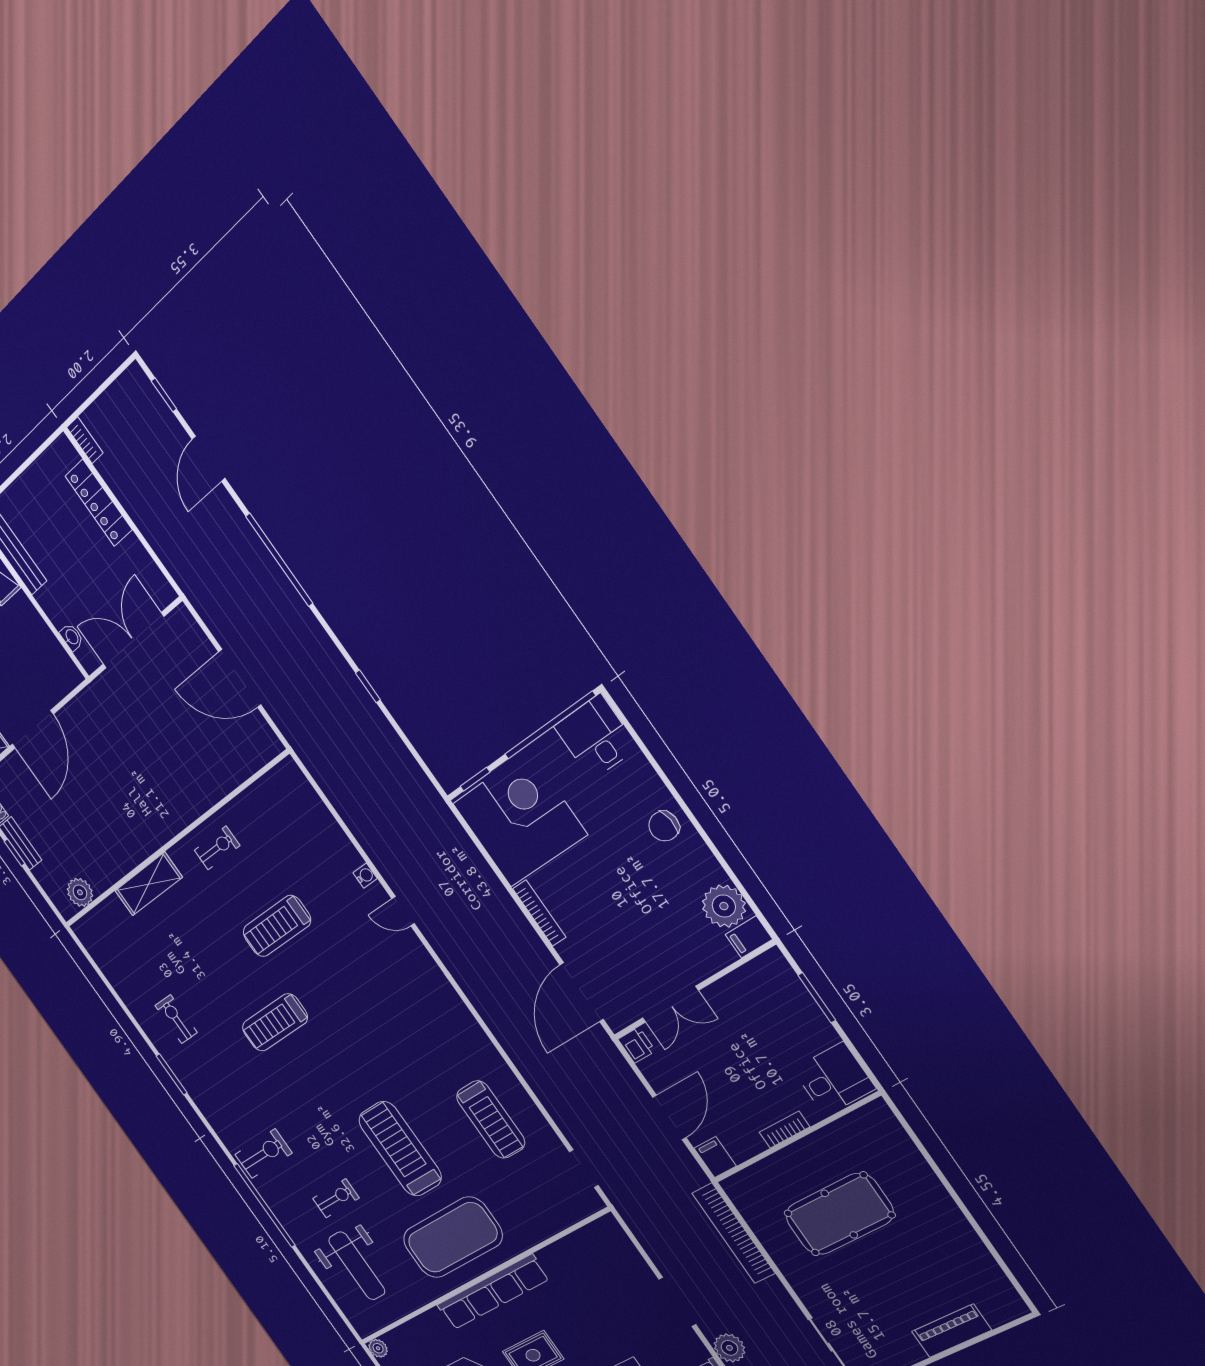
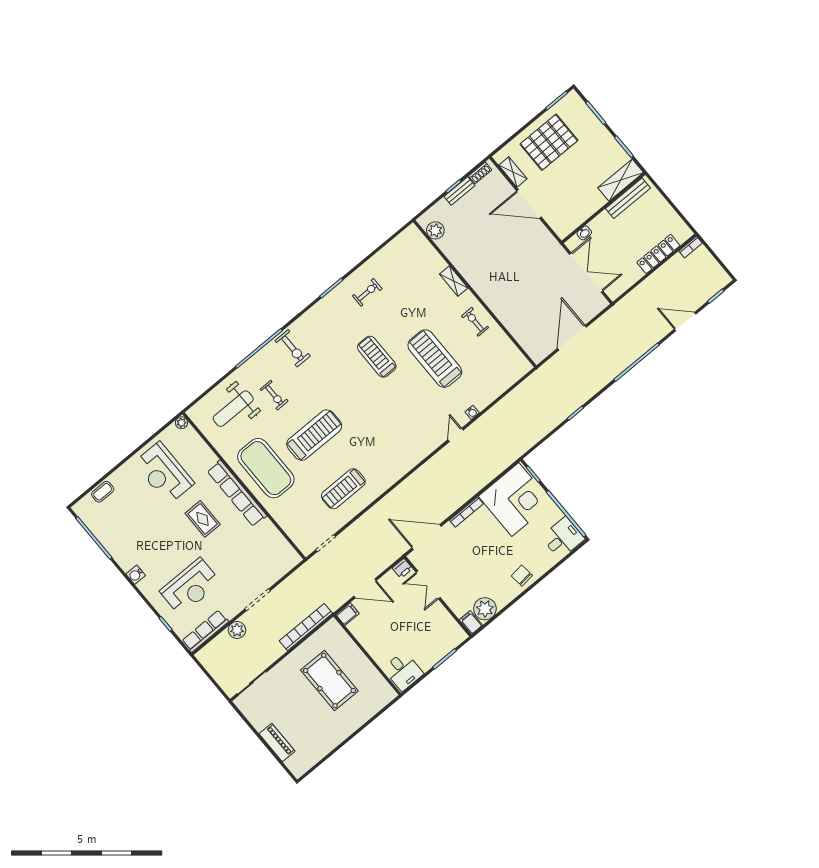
exercise bike: (217, 848) -> (475, 322), turned 180
shelving: (149, 884) -> (454, 281), width x0.67, depth x0.75
treadmill: (277, 926) -> (435, 359), width x1.37, depth x1.38
bookcase: (784, 1130) -> (371, 649), removed

